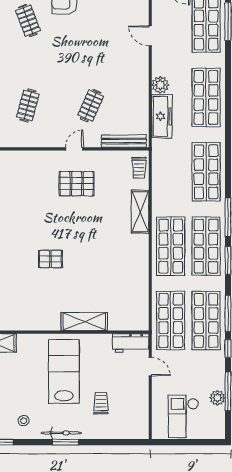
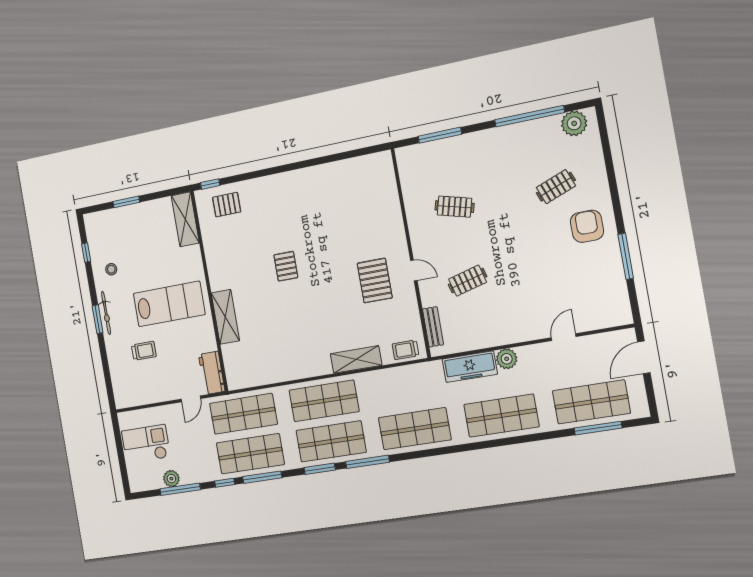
clothes rail: (91, 105) -> (468, 281), turned -39
bench: (124, 141) -> (433, 327), width x0.73

